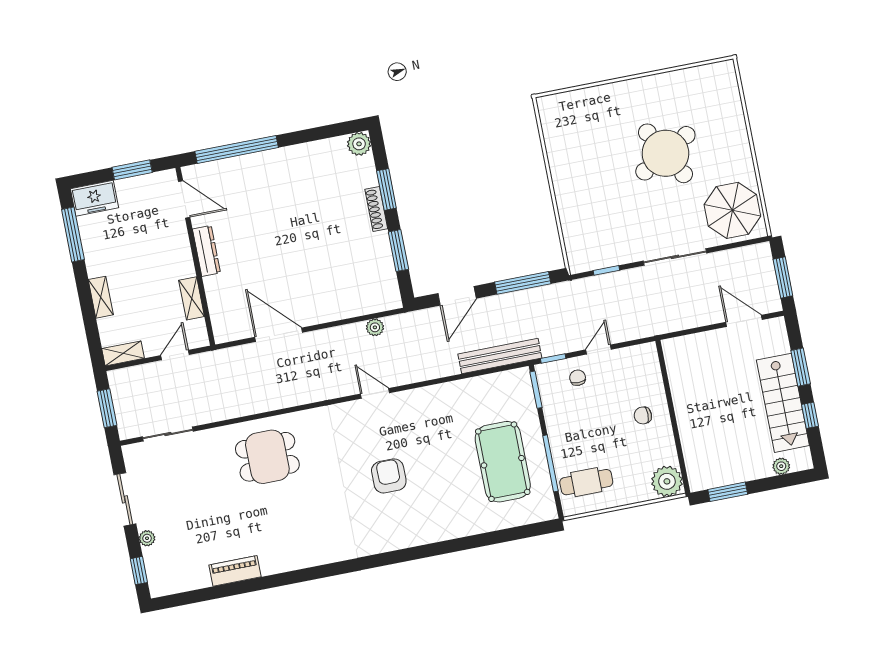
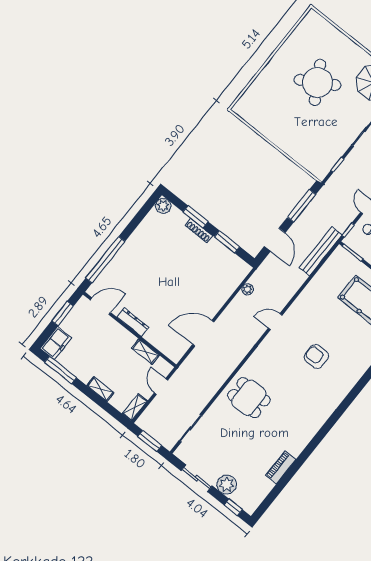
dining table: (267, 457) -> (249, 398), turned 90
plant: (147, 538) -> (227, 485), width x1.88, depth x1.88

